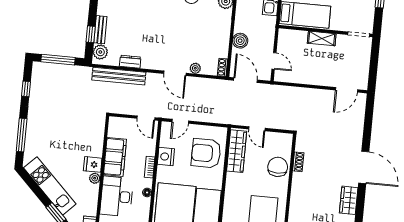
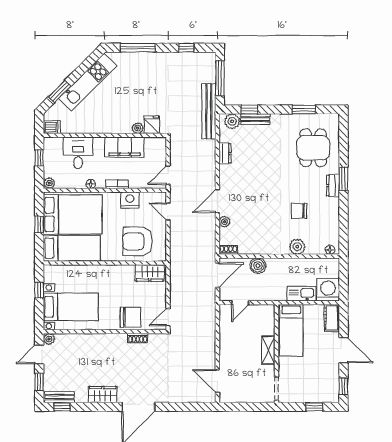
bench: (119, 76) -> (209, 111), moved
door: (257, 129) -> (168, 317), moved
wardrobe: (237, 151) -> (150, 273), width x0.67
armchair: (206, 153) -> (137, 241), turned -90
fridge: (93, 164) -> (152, 125), moved
plant: (95, 178) -> (138, 128), moved
desk: (117, 196) -> (78, 153), width x0.73

